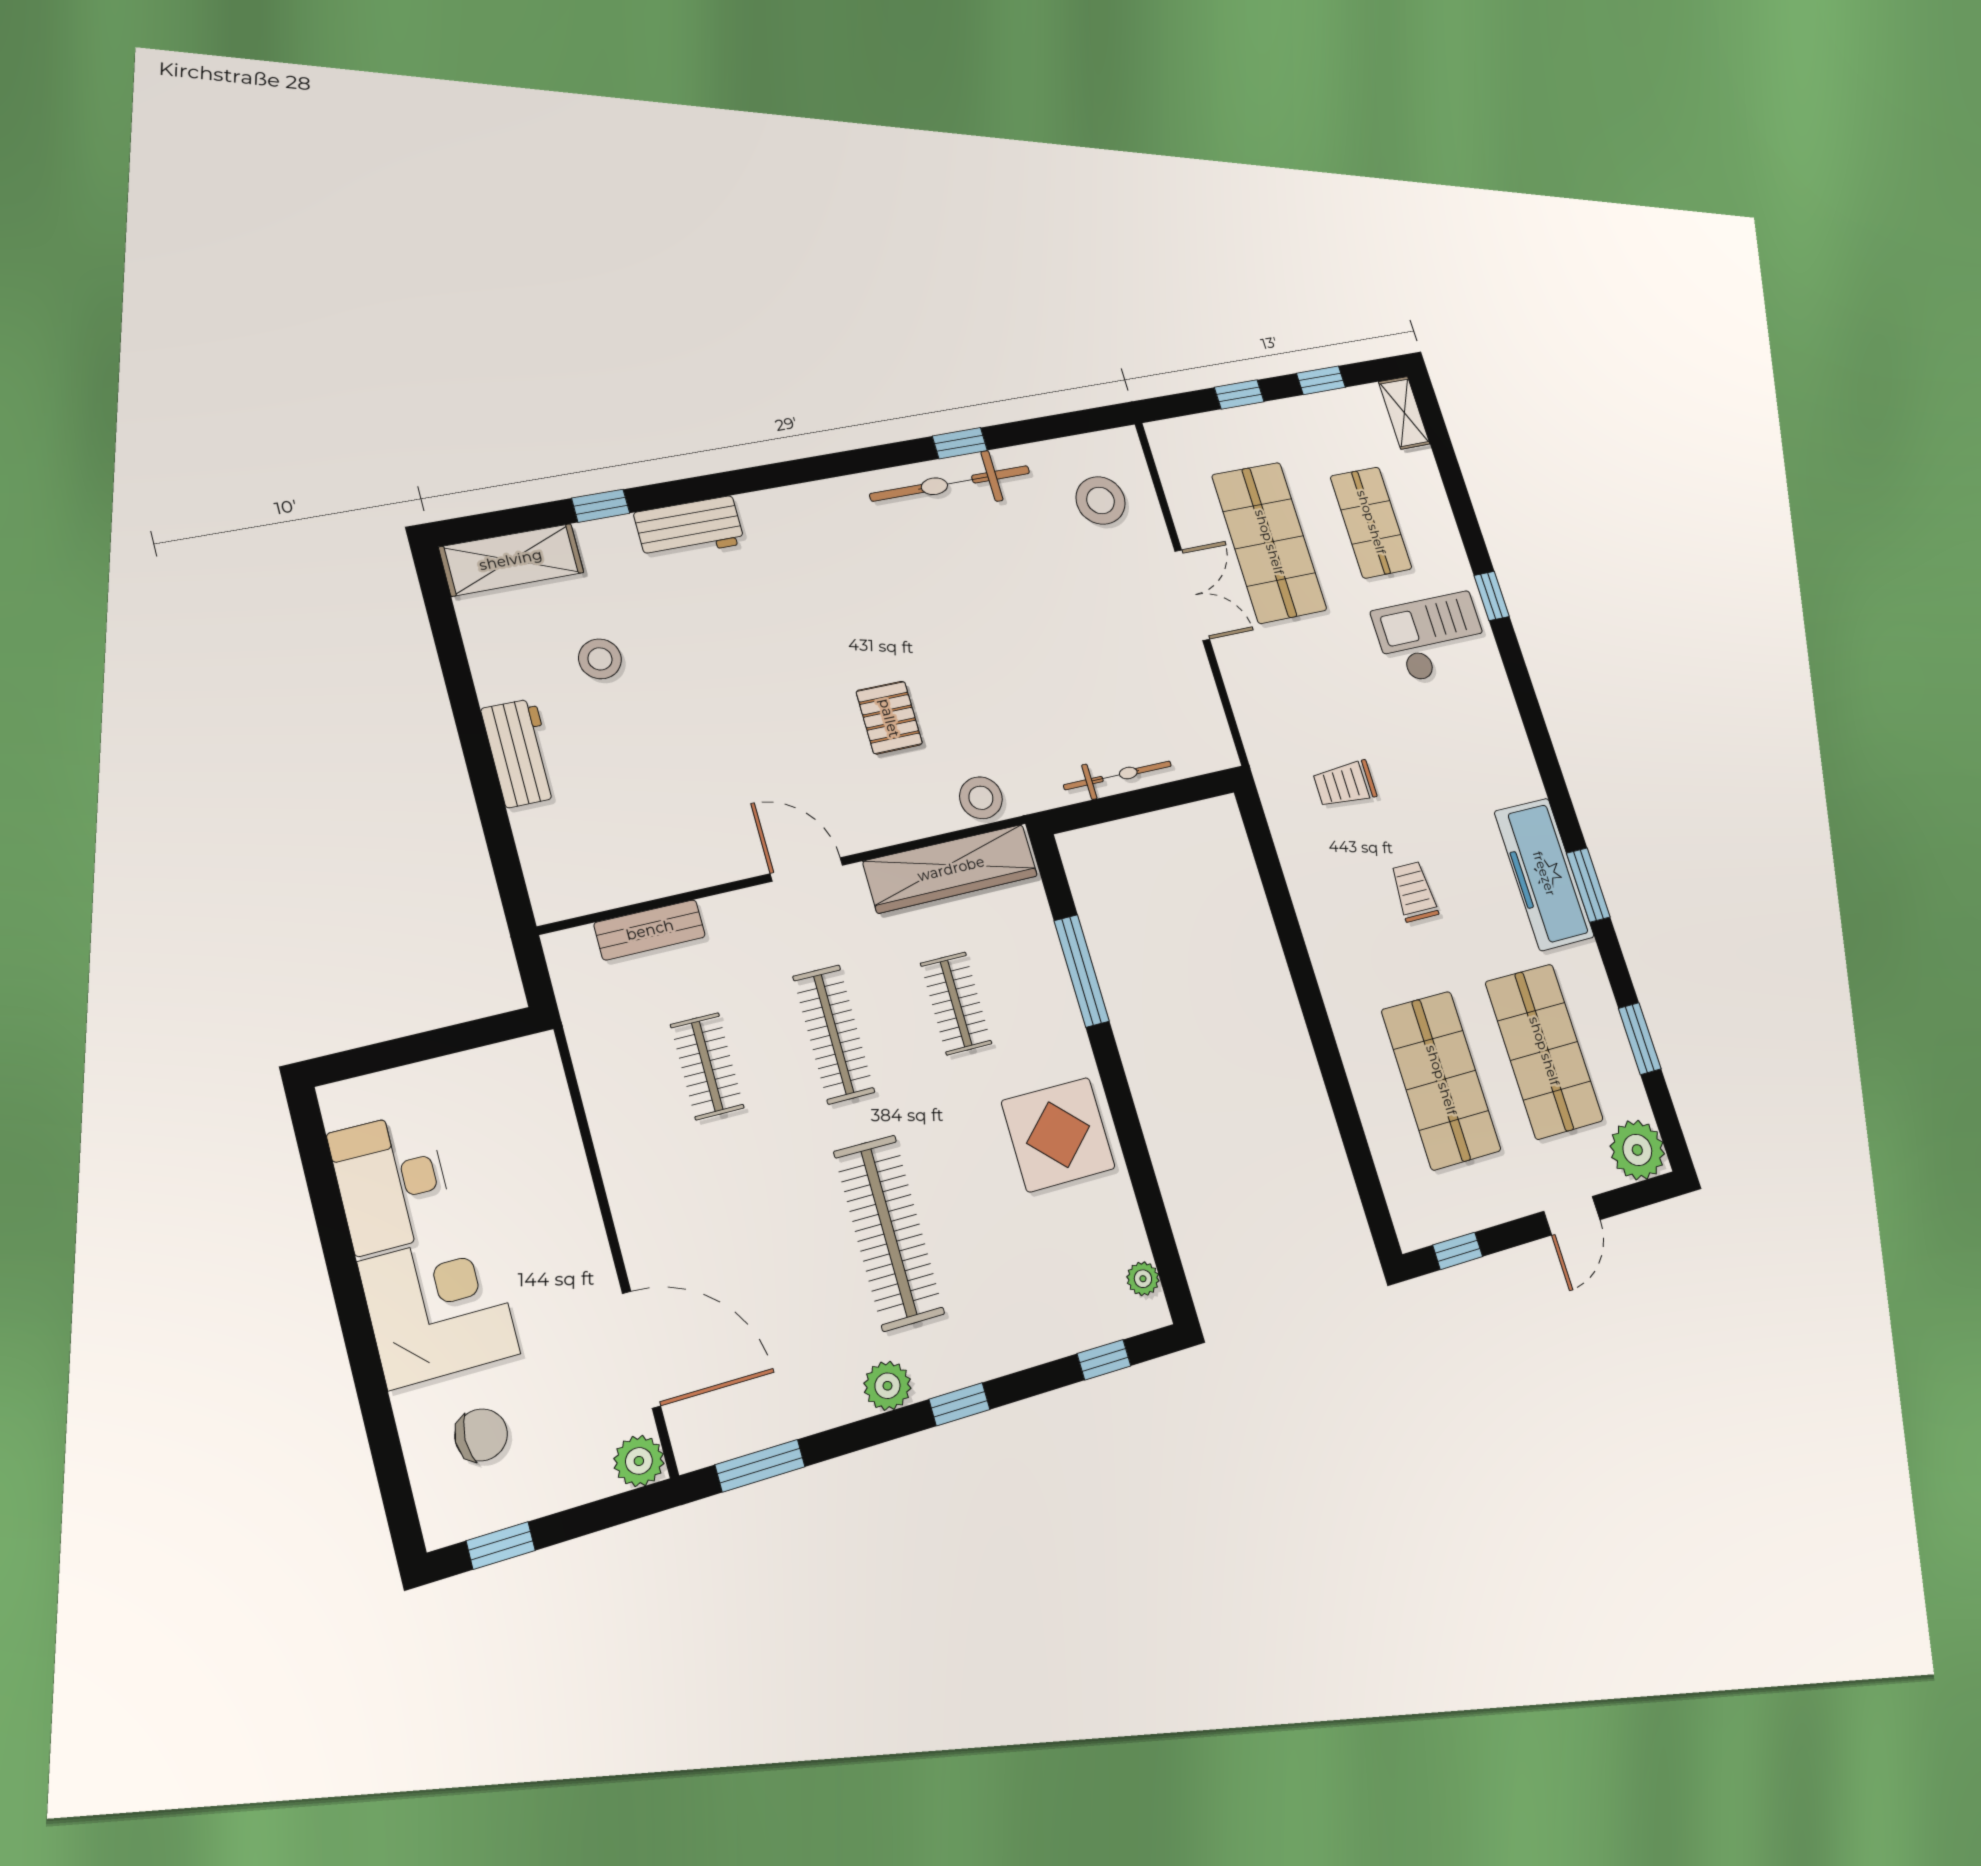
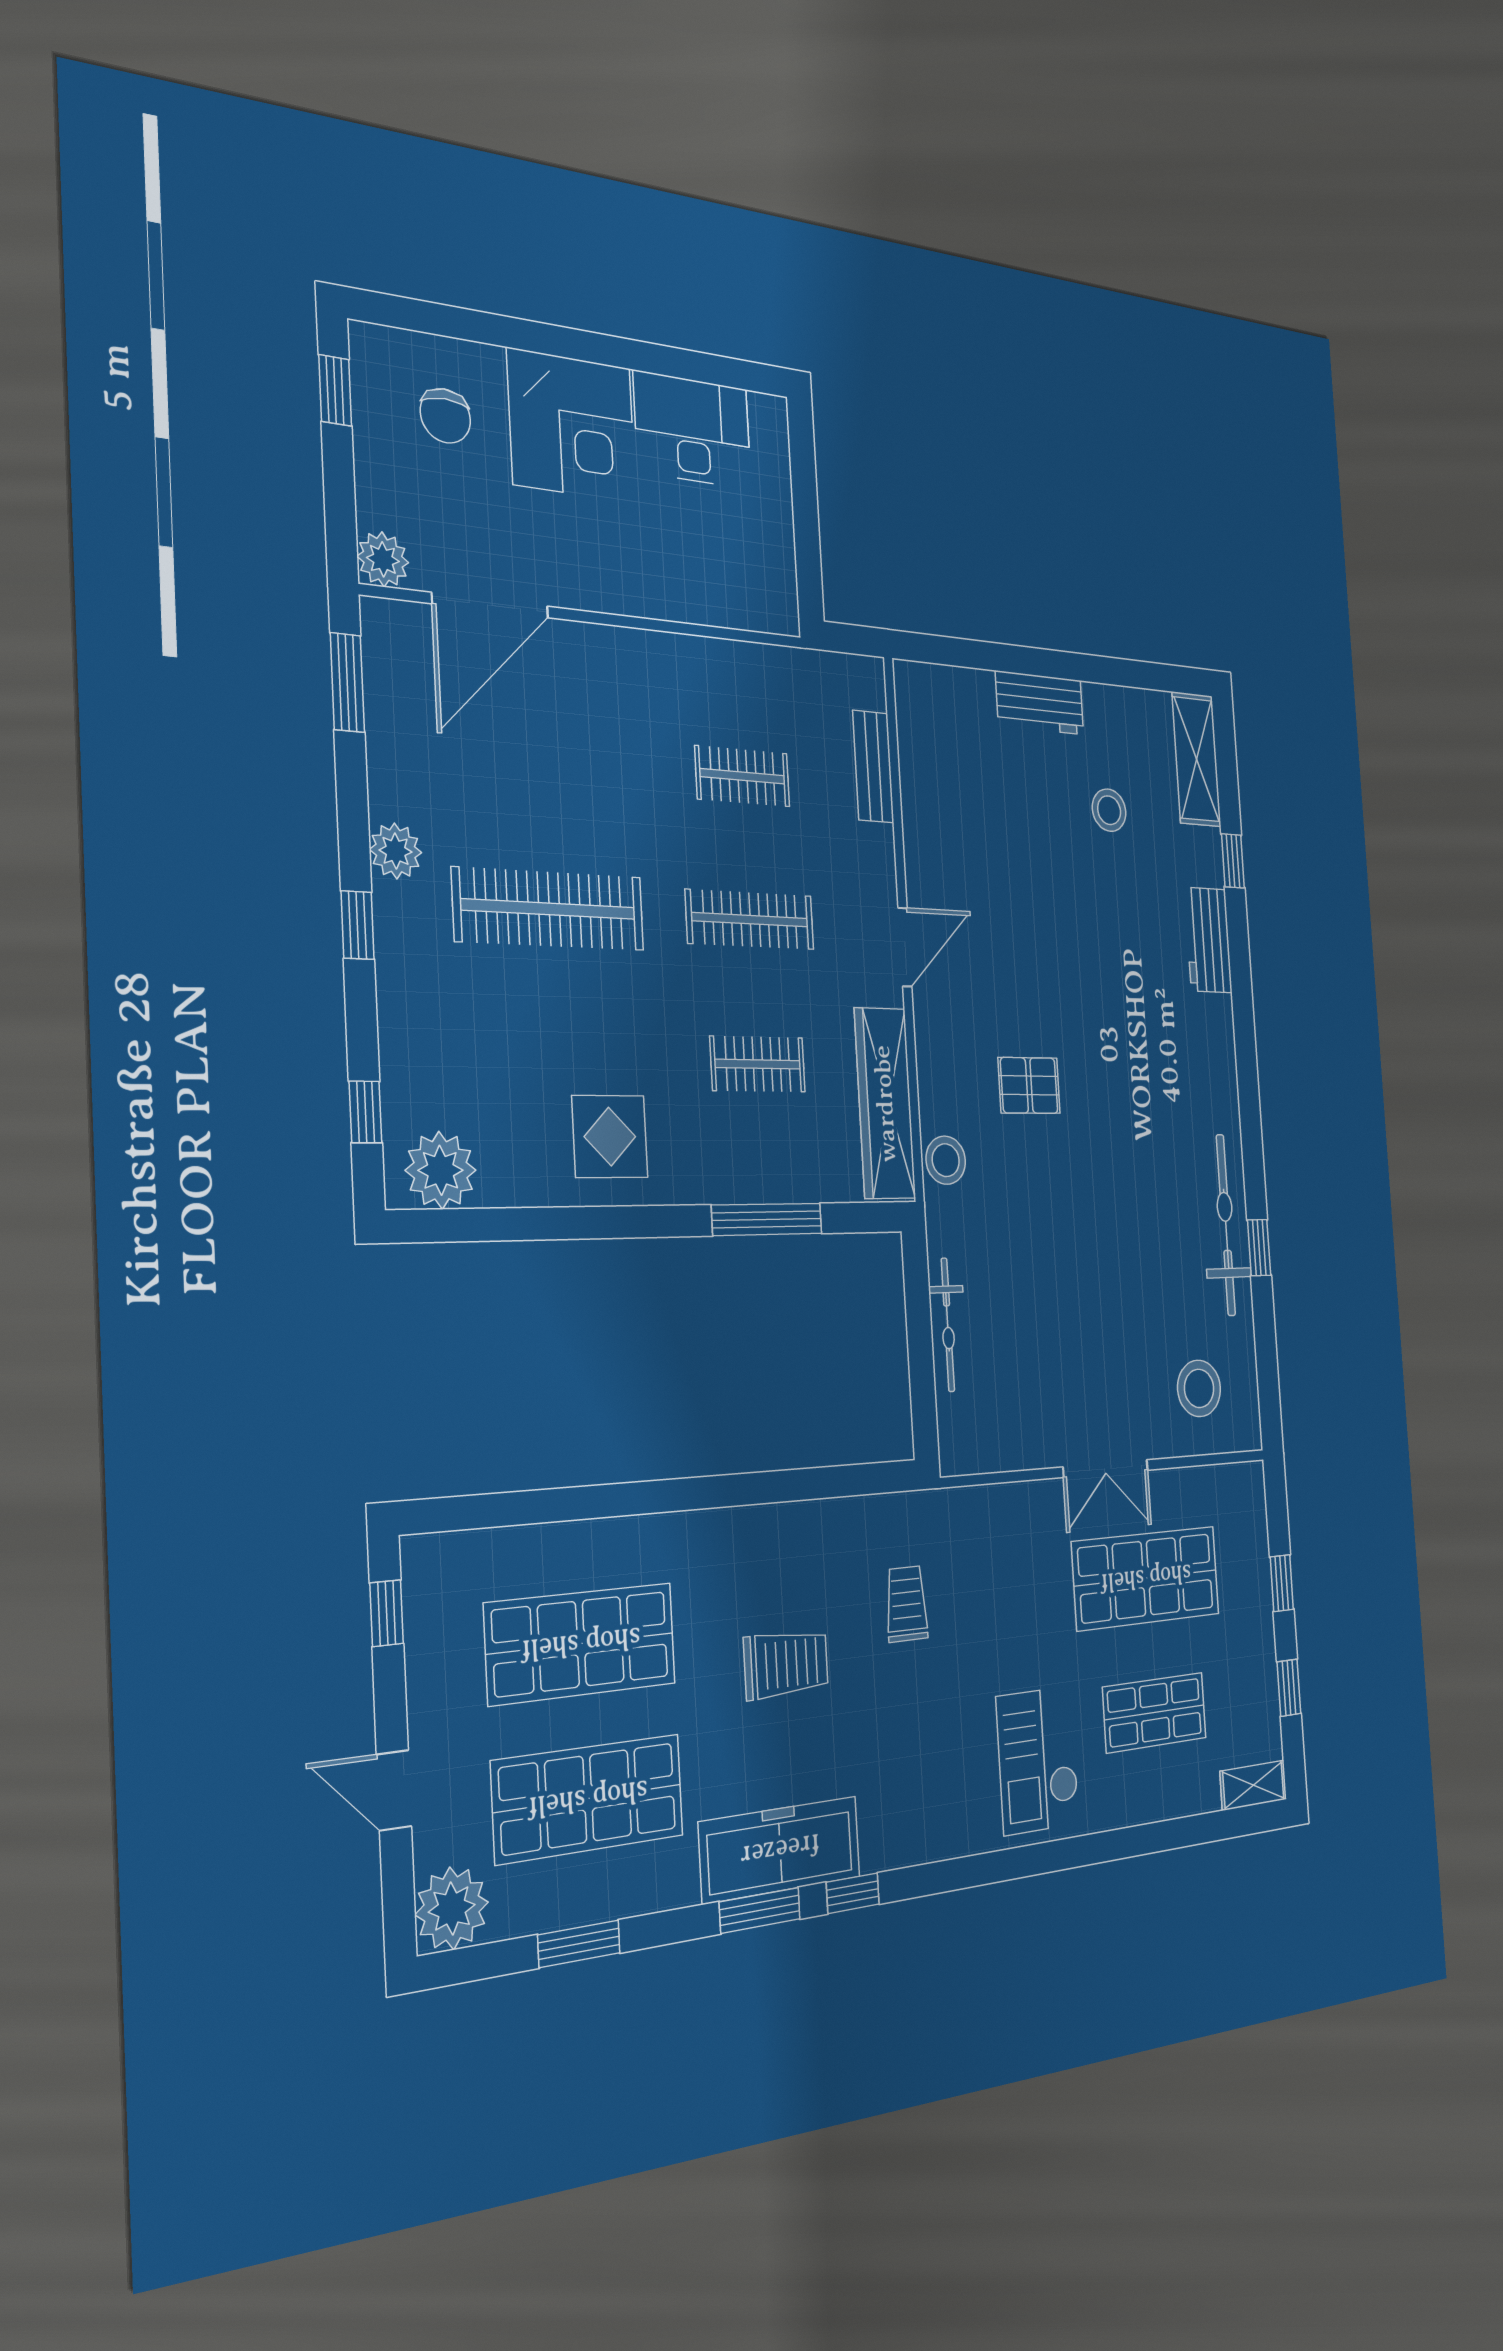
window: (1492, 596) -> (853, 1893), moved
checkout: (1432, 638) -> (1038, 1760), turned 180
trolley: (1414, 892) -> (786, 1664), width x1.36, depth x1.39
display table: (1058, 1135) -> (610, 1137), width x0.73, depth x0.73
plant: (1143, 1279) -> (441, 1170), width x1.87, depth x1.87

